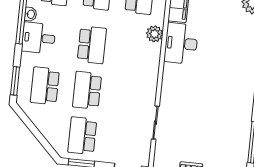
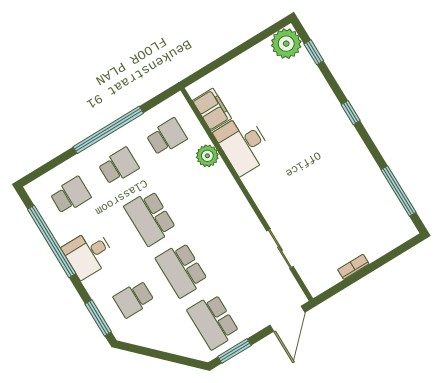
washbasin: (31, 14) -> (61, 235), removed
school desk: (92, 45) -> (150, 218), turned 180
school desk: (45, 86) -> (134, 299), width x0.54

